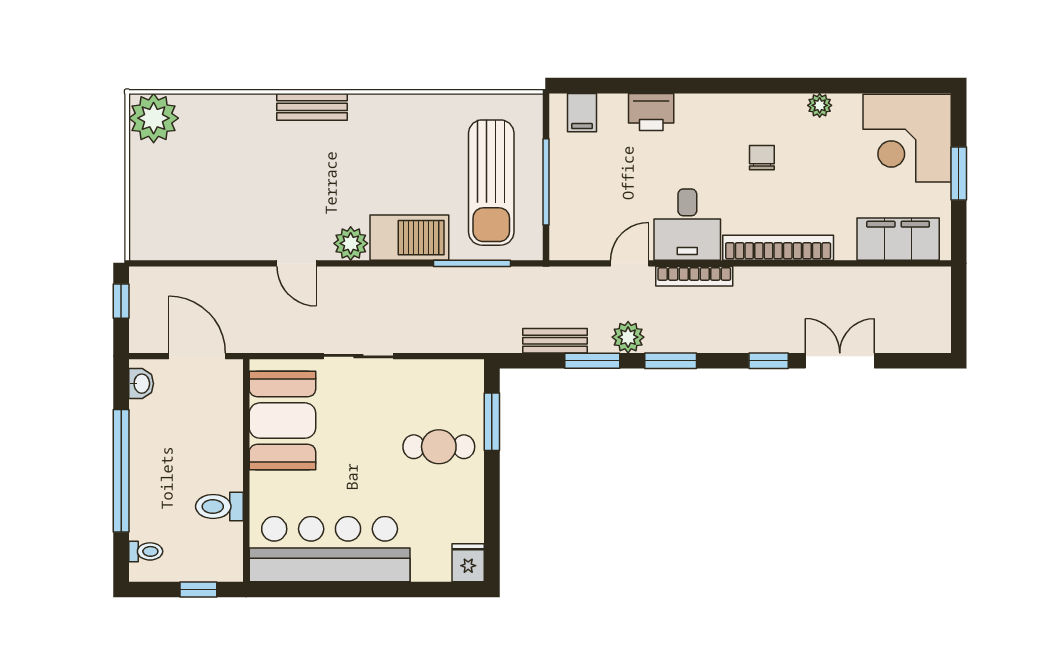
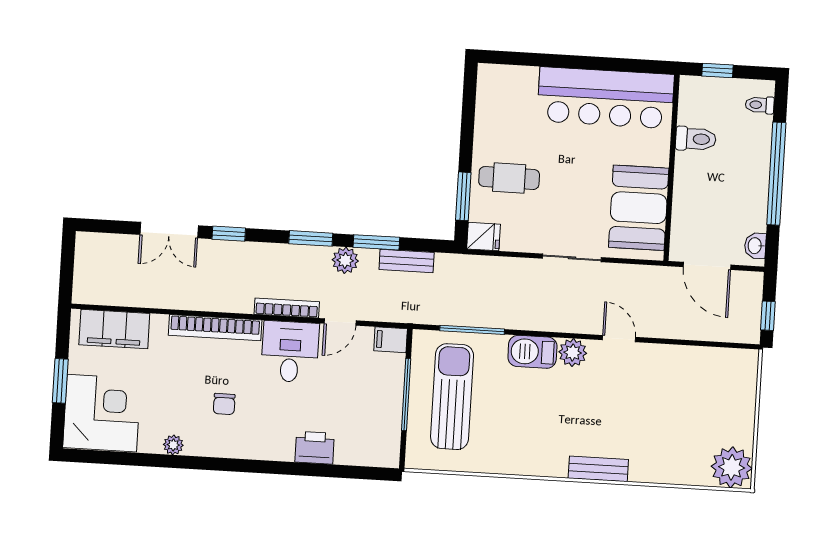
filing cabinet: (582, 113) -> (391, 340), moved, turned -90
barbecue: (409, 238) -> (532, 352), width x0.73, depth x0.83
fridge: (468, 563) -> (484, 237), moved, turned -90

